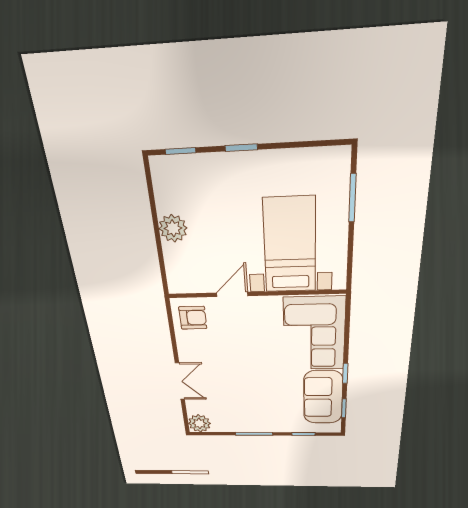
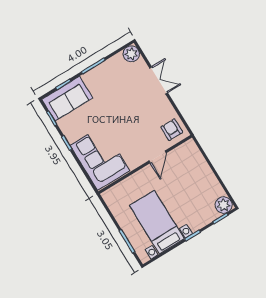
plant: (173, 228) -> (224, 205), moved
bed with nightstands: (290, 246) -> (157, 222), moved, turned 180
armchair: (193, 318) -> (172, 130), turned 90
double door: (180, 381) -> (159, 80), swing flipped
sofa: (323, 397) -> (67, 99), moved, turned 90

